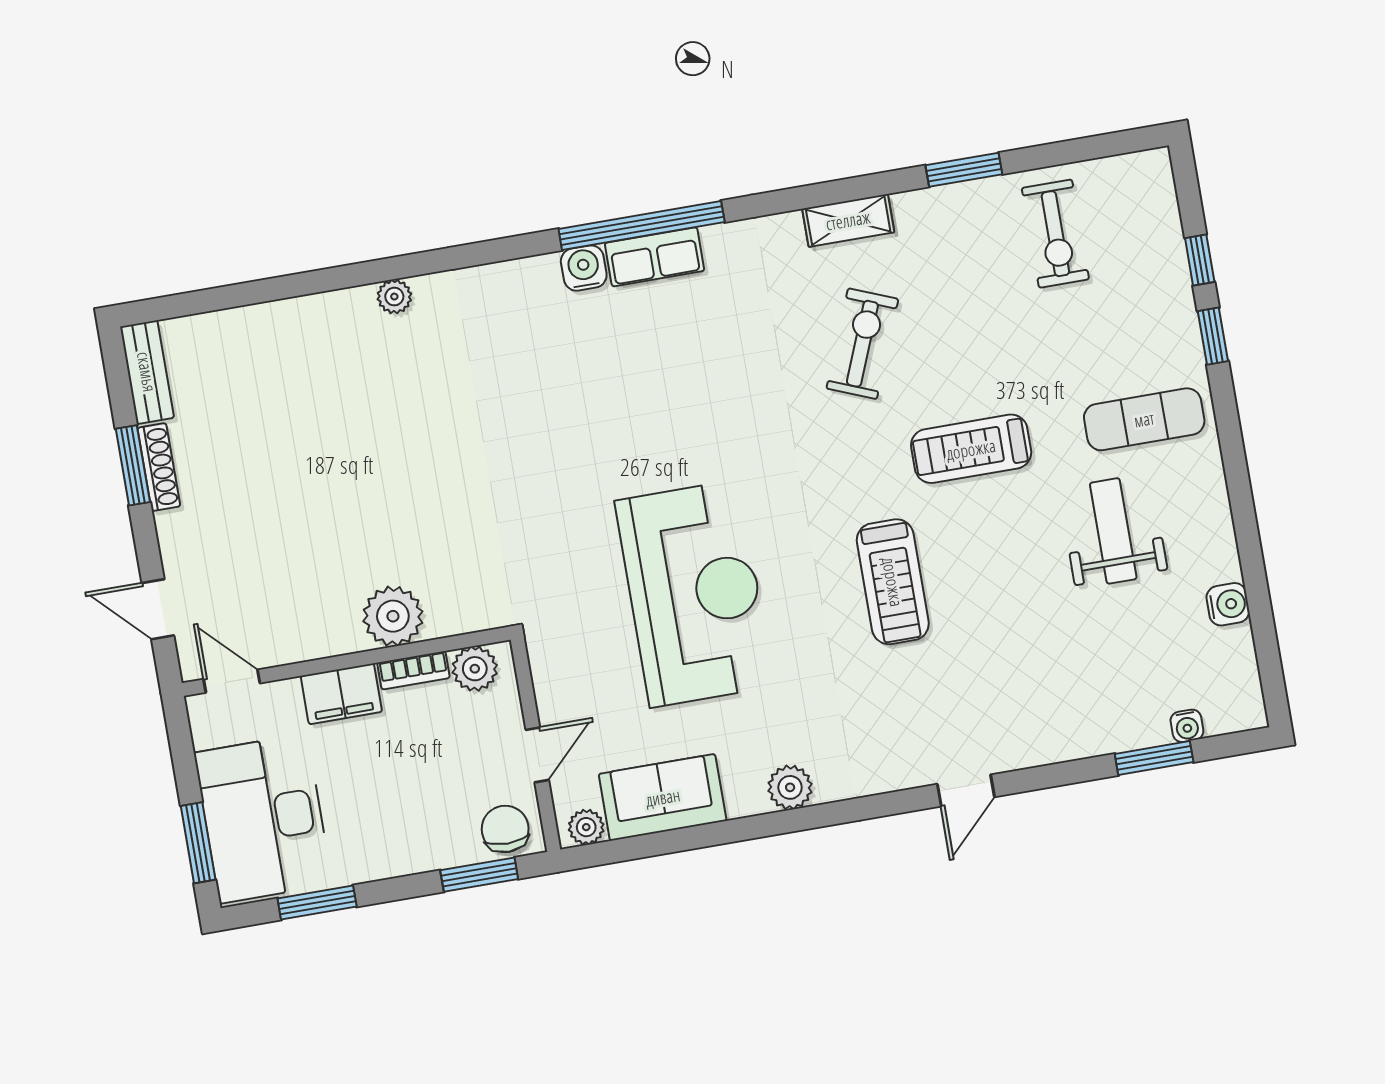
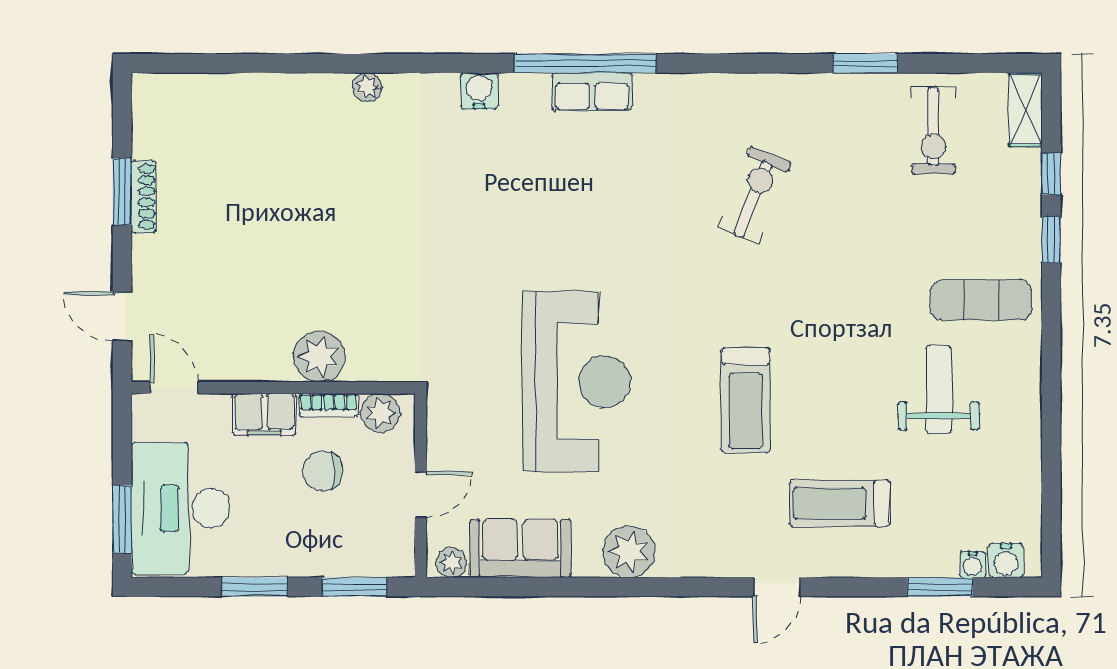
shelving: (848, 220) -> (1025, 110), moved, turned 90
water cooler: (584, 268) -> (479, 91), moved
bench: (147, 372) -> (147, 115), removed
treadmill: (971, 449) -> (840, 503), moved
water cooler: (1228, 604) -> (1006, 561), moved, turned 90
plant: (790, 787) -> (629, 552), width x1.36, depth x1.36
chair: (505, 829) -> (323, 471), moved, turned -90
window: (317, 903) -> (255, 587), moved

